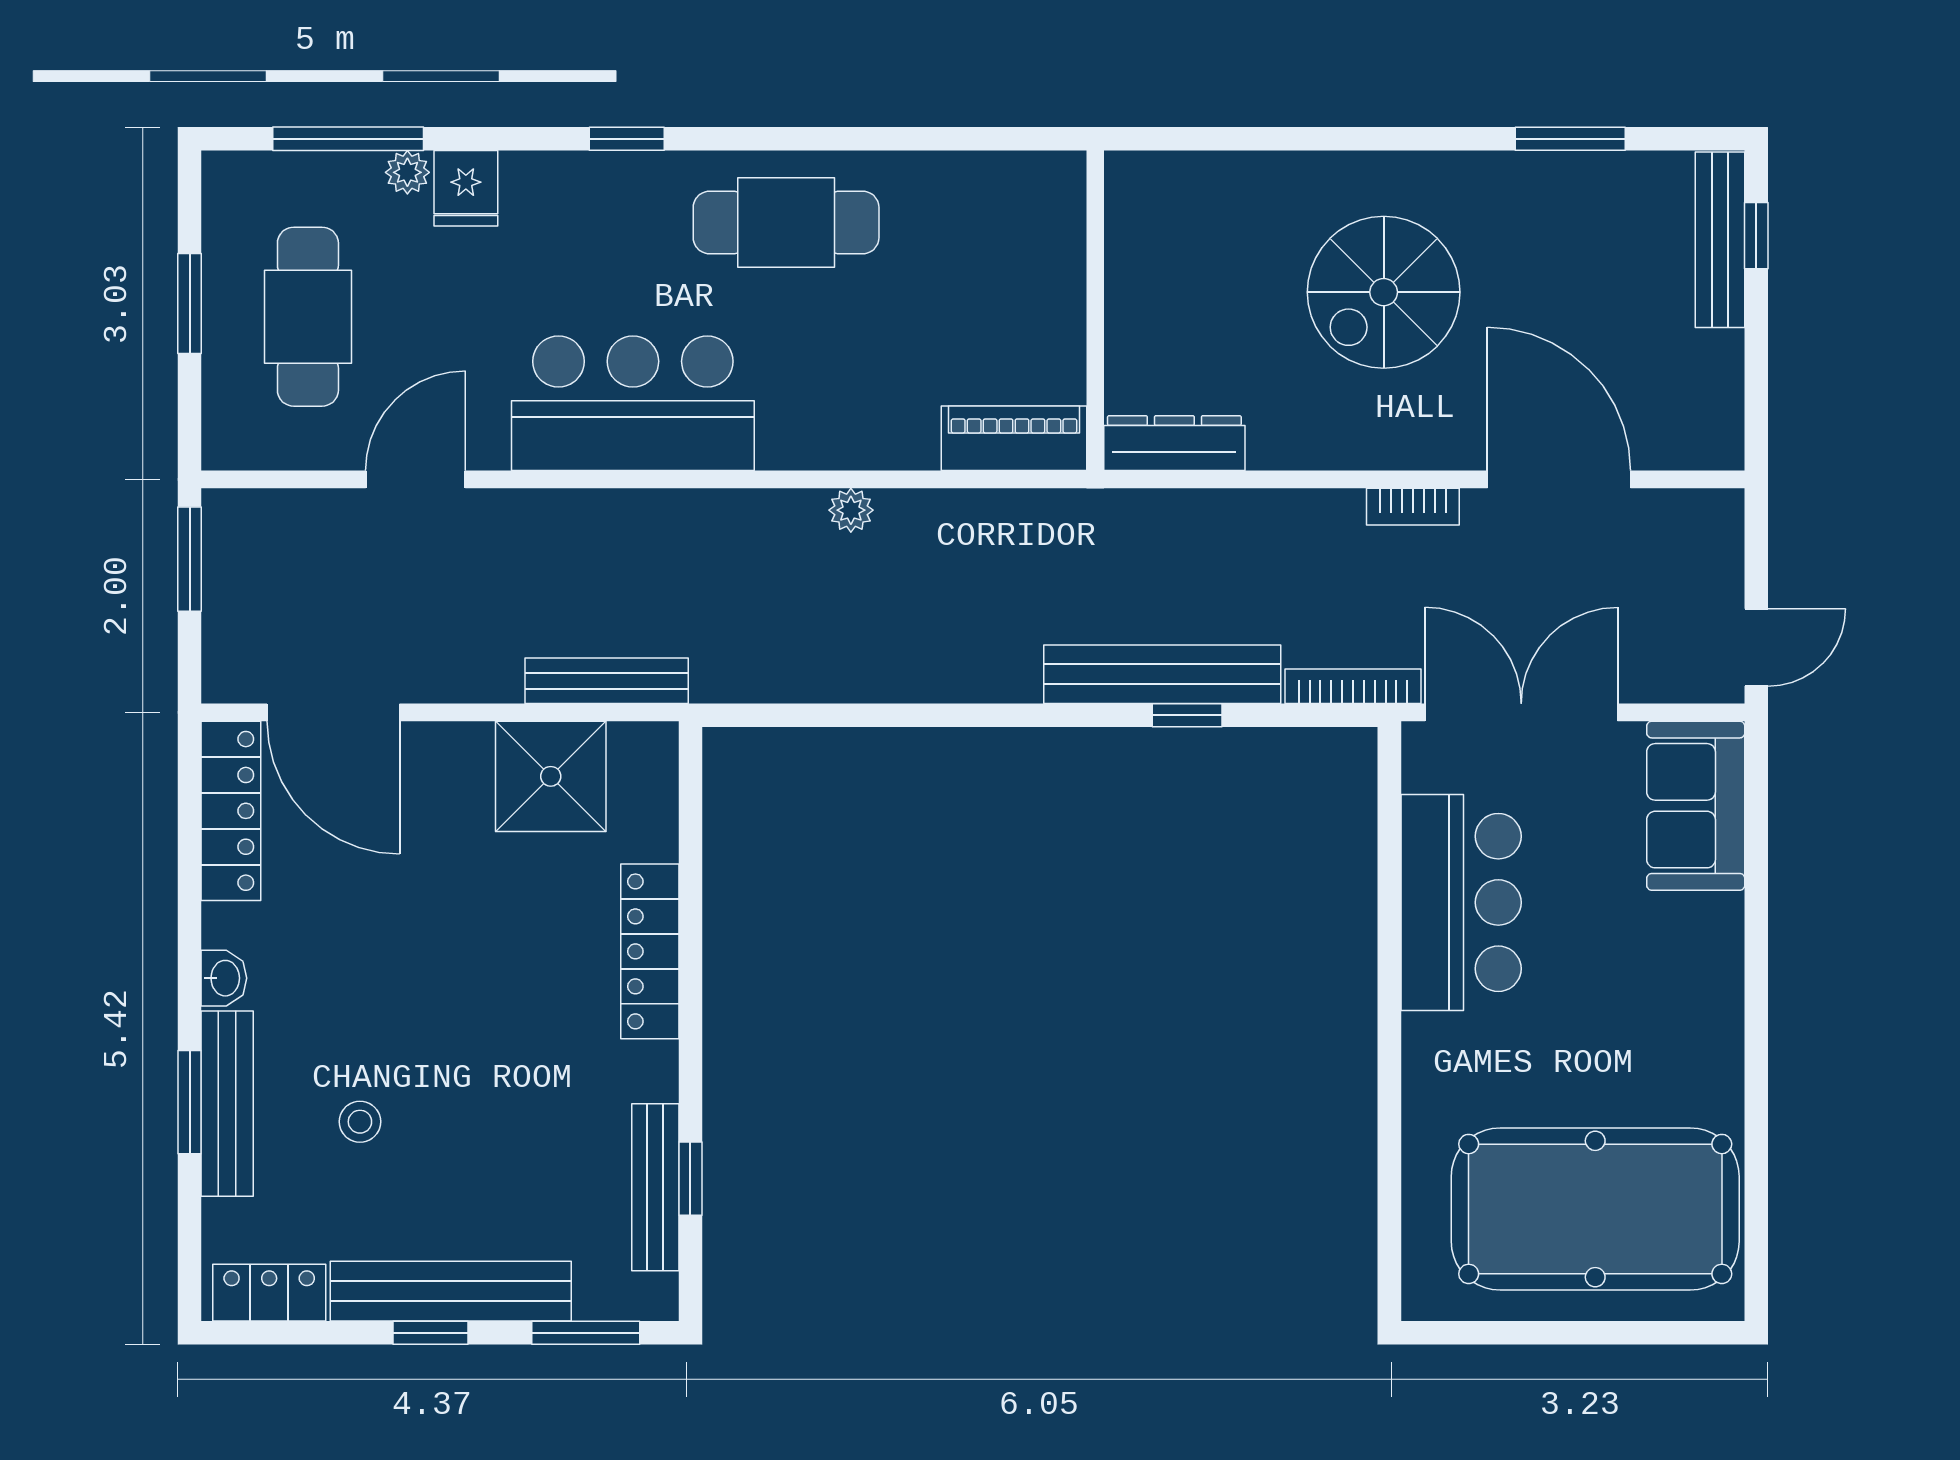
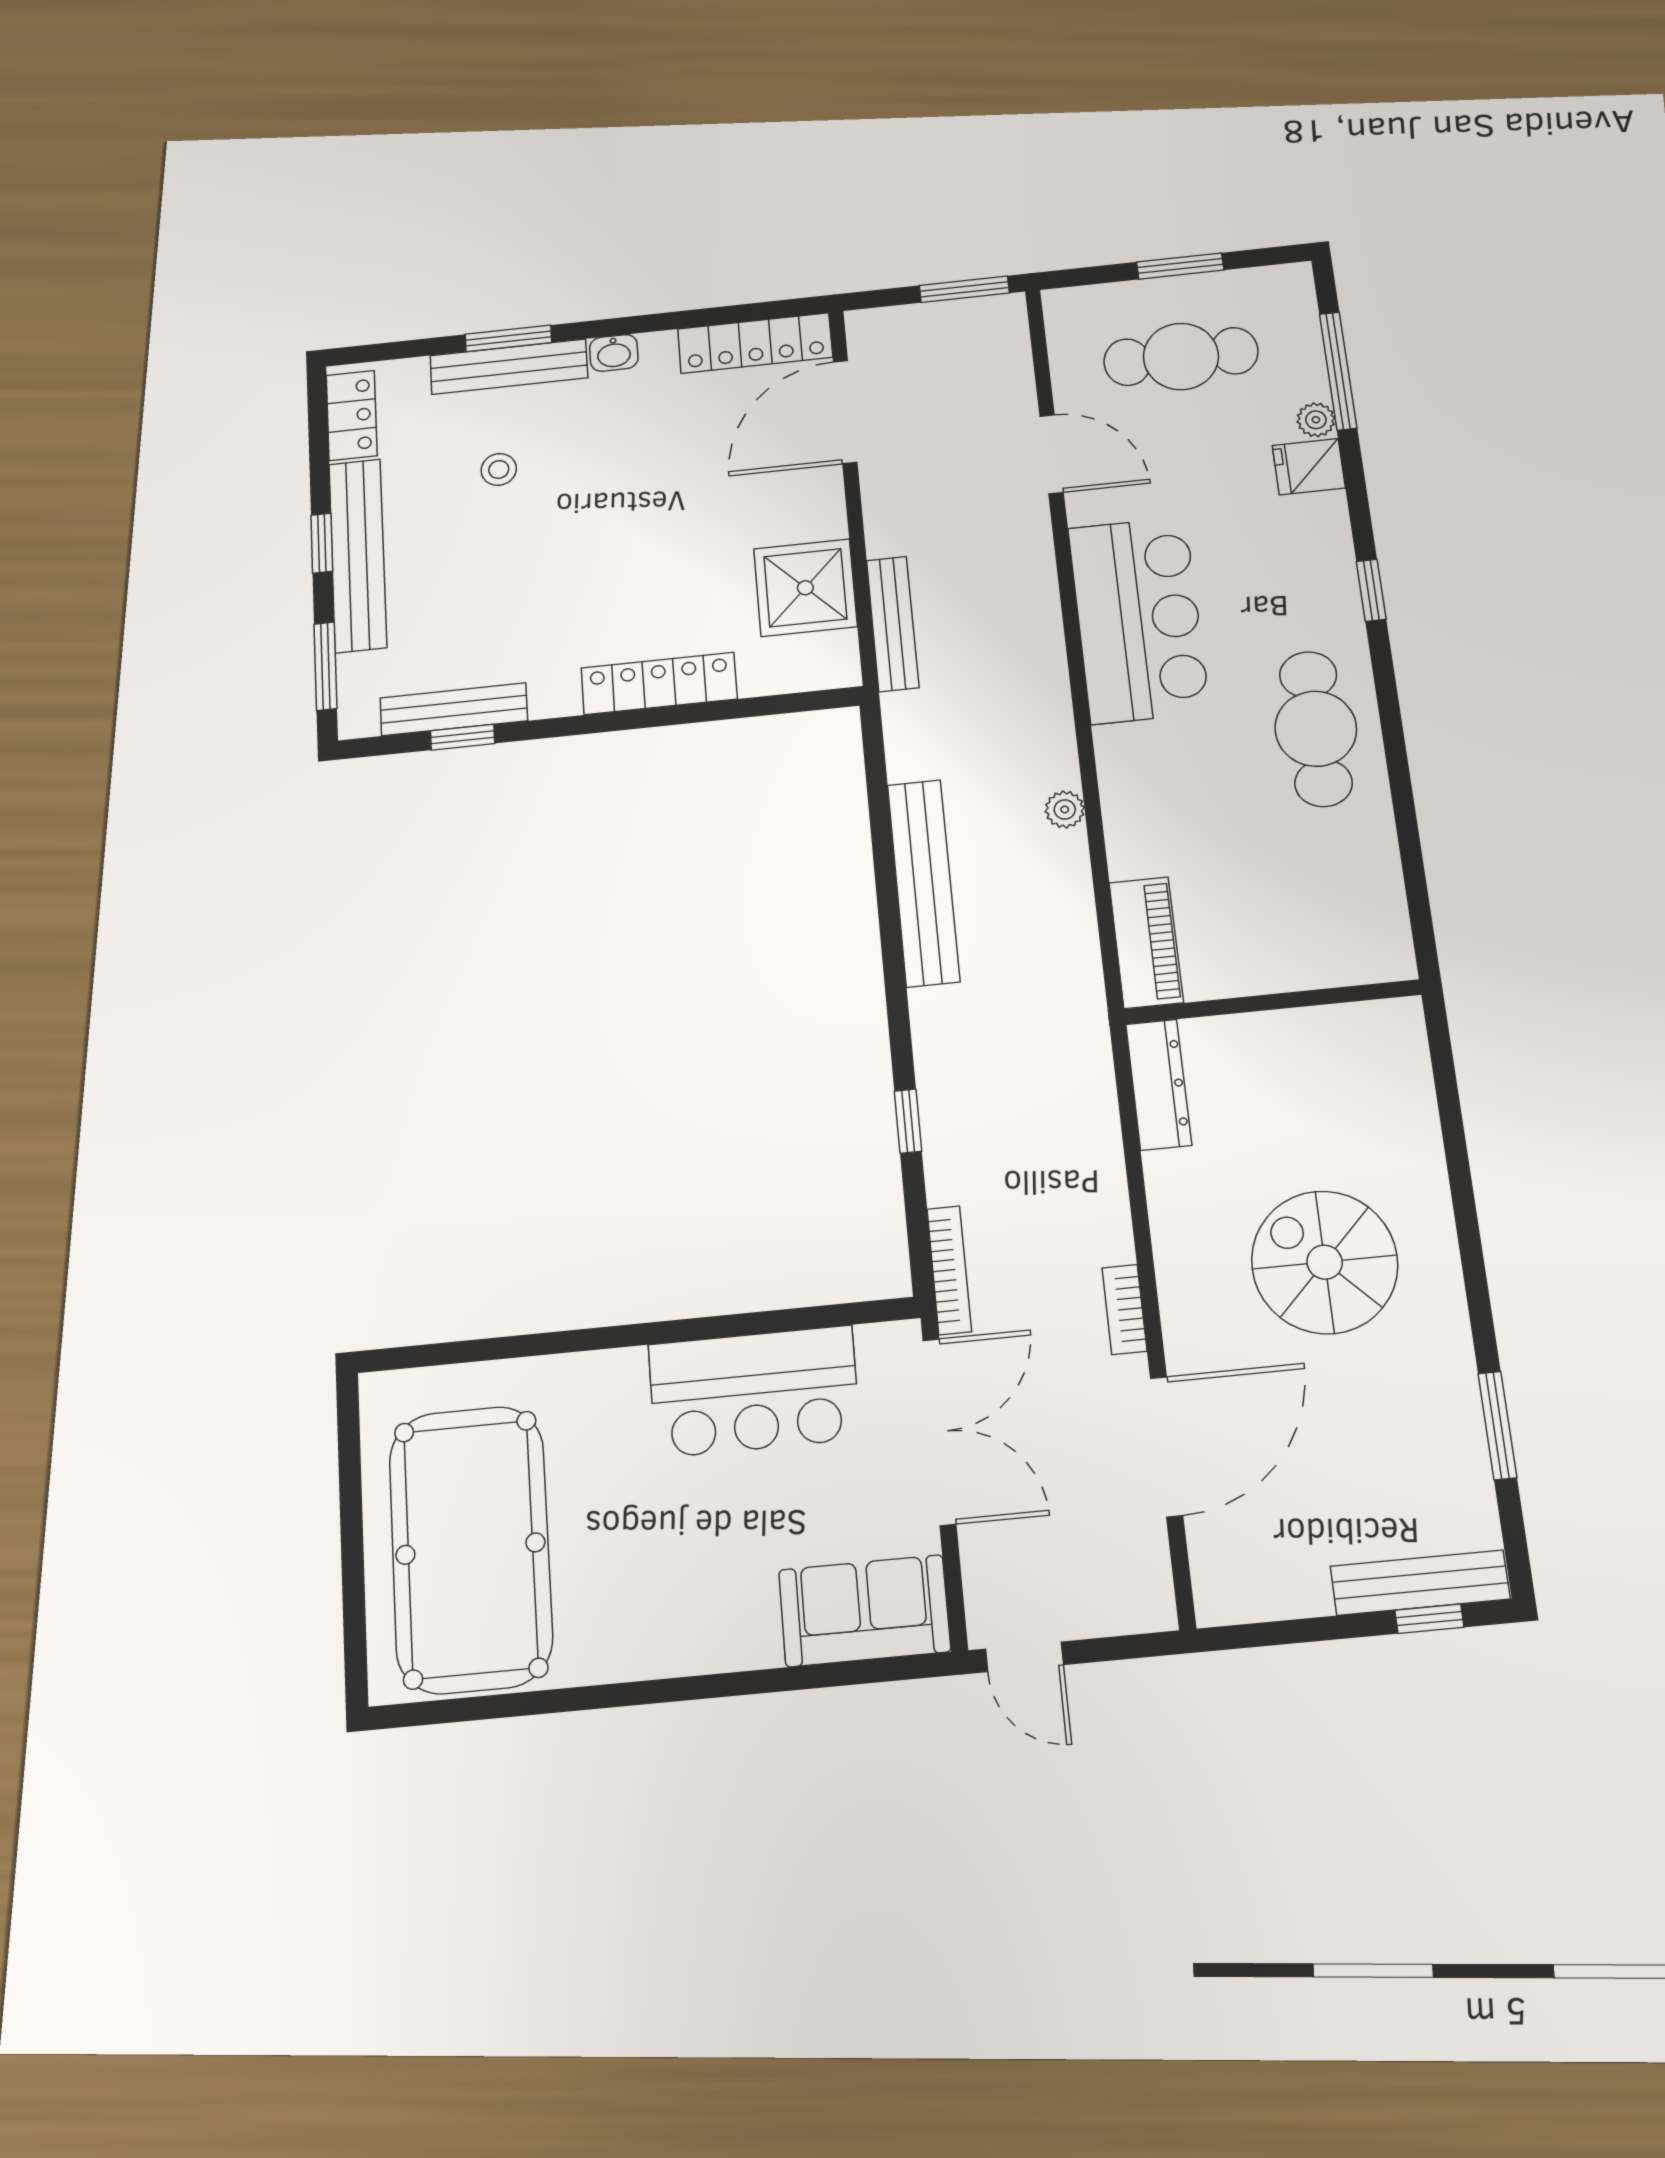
bench: (1162, 674) -> (923, 883), moved

